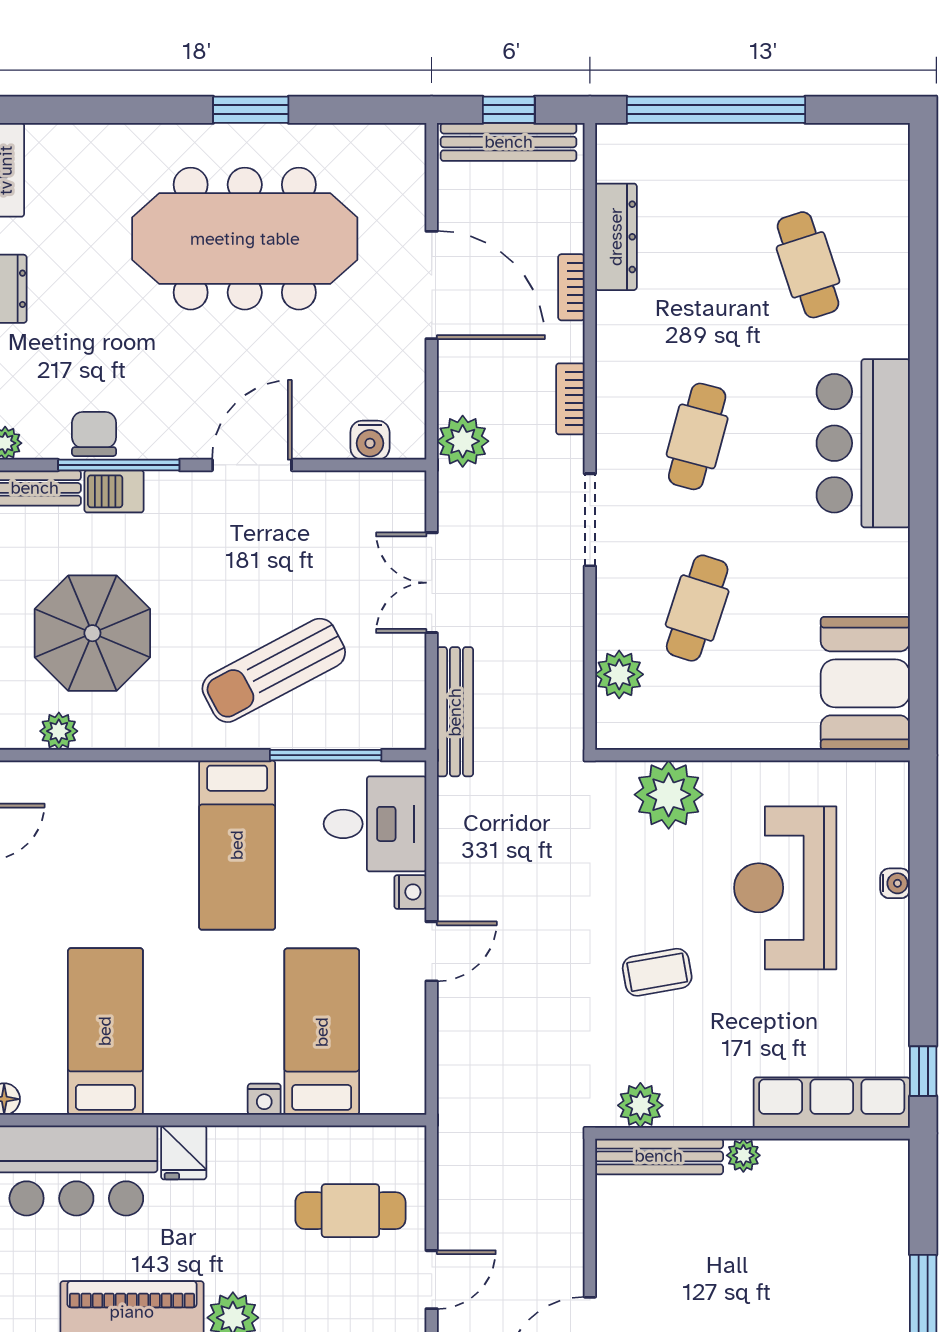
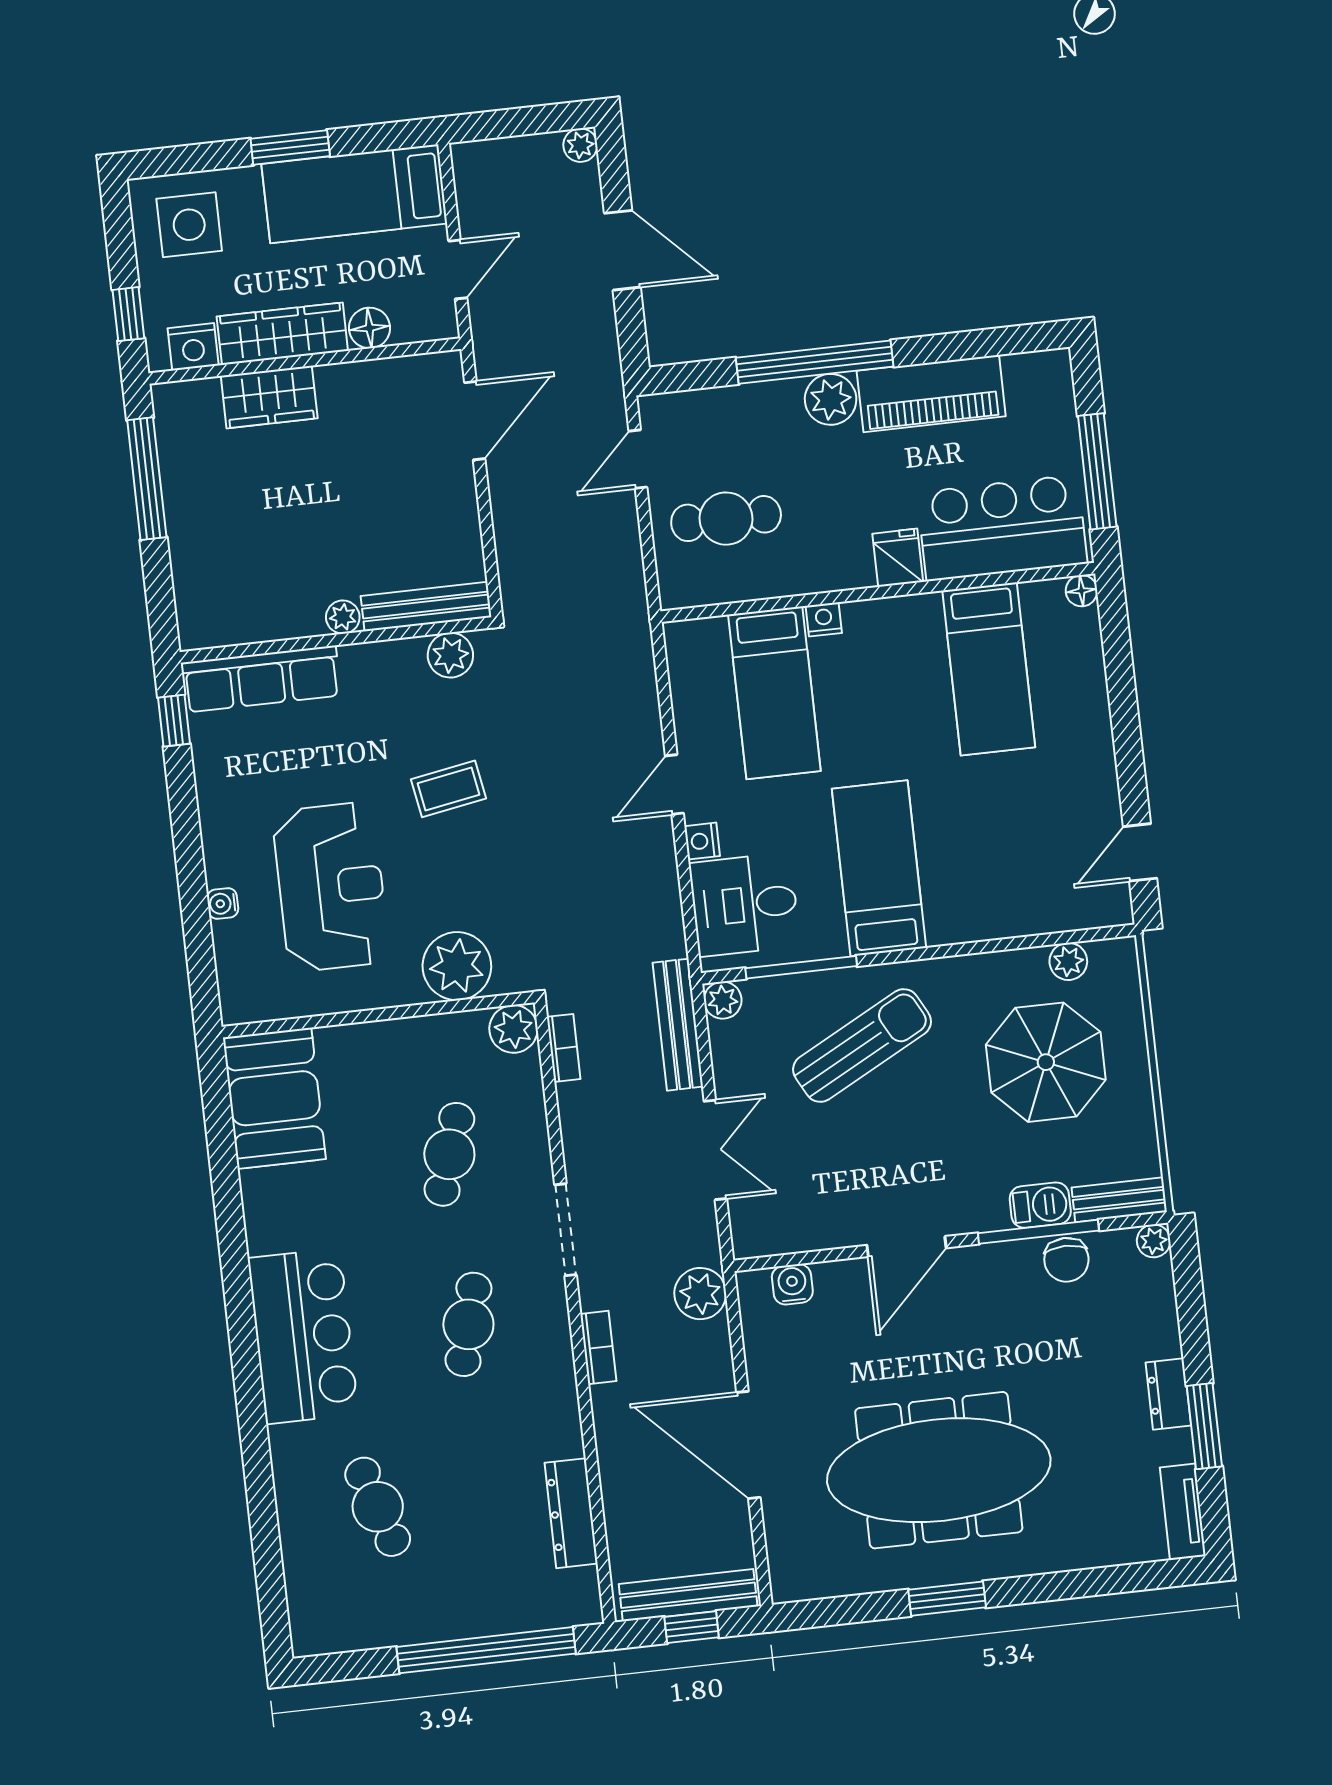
bookcase: (571, 287) -> (564, 1048), moved
plant: (619, 674) -> (513, 1029), moved
plant: (408, 731) -> (723, 1000), added

